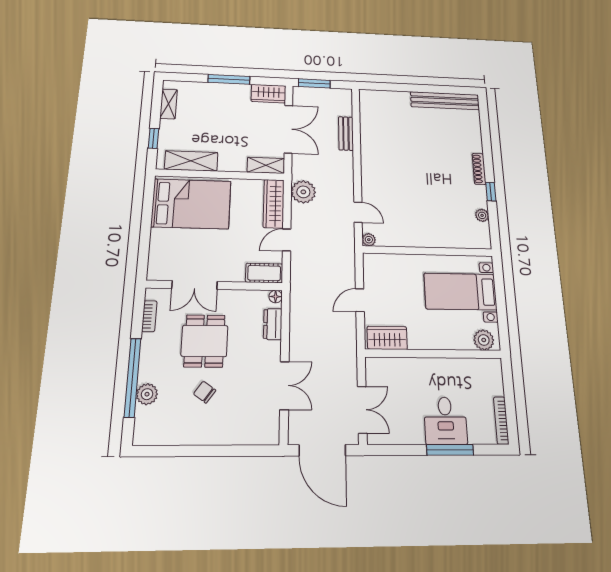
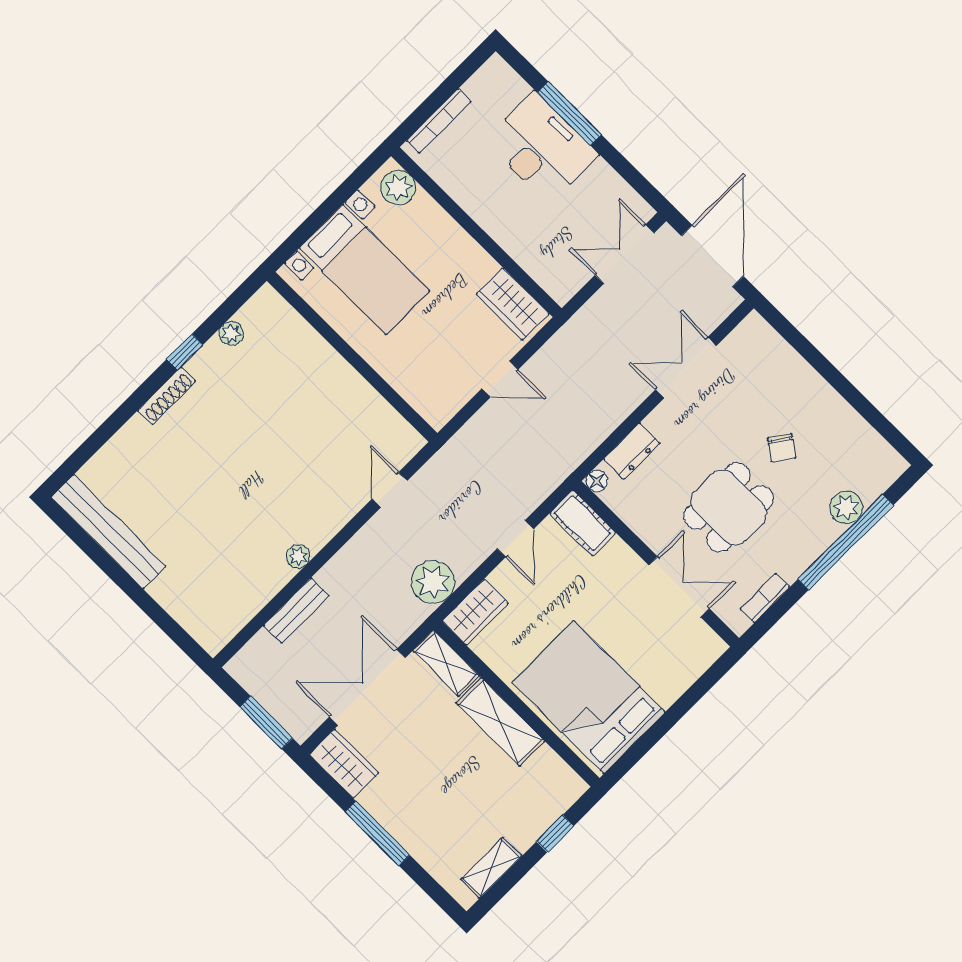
shelving: (191, 161) -> (500, 722), moved
wardrobe: (274, 204) -> (475, 612), width x0.67
door: (287, 240) -> (515, 539), hinge flipped
plant: (369, 240) -> (298, 556), moved
bookcase: (501, 420) -> (439, 121), moved
desk: (445, 421) -> (542, 148), width x1.37

